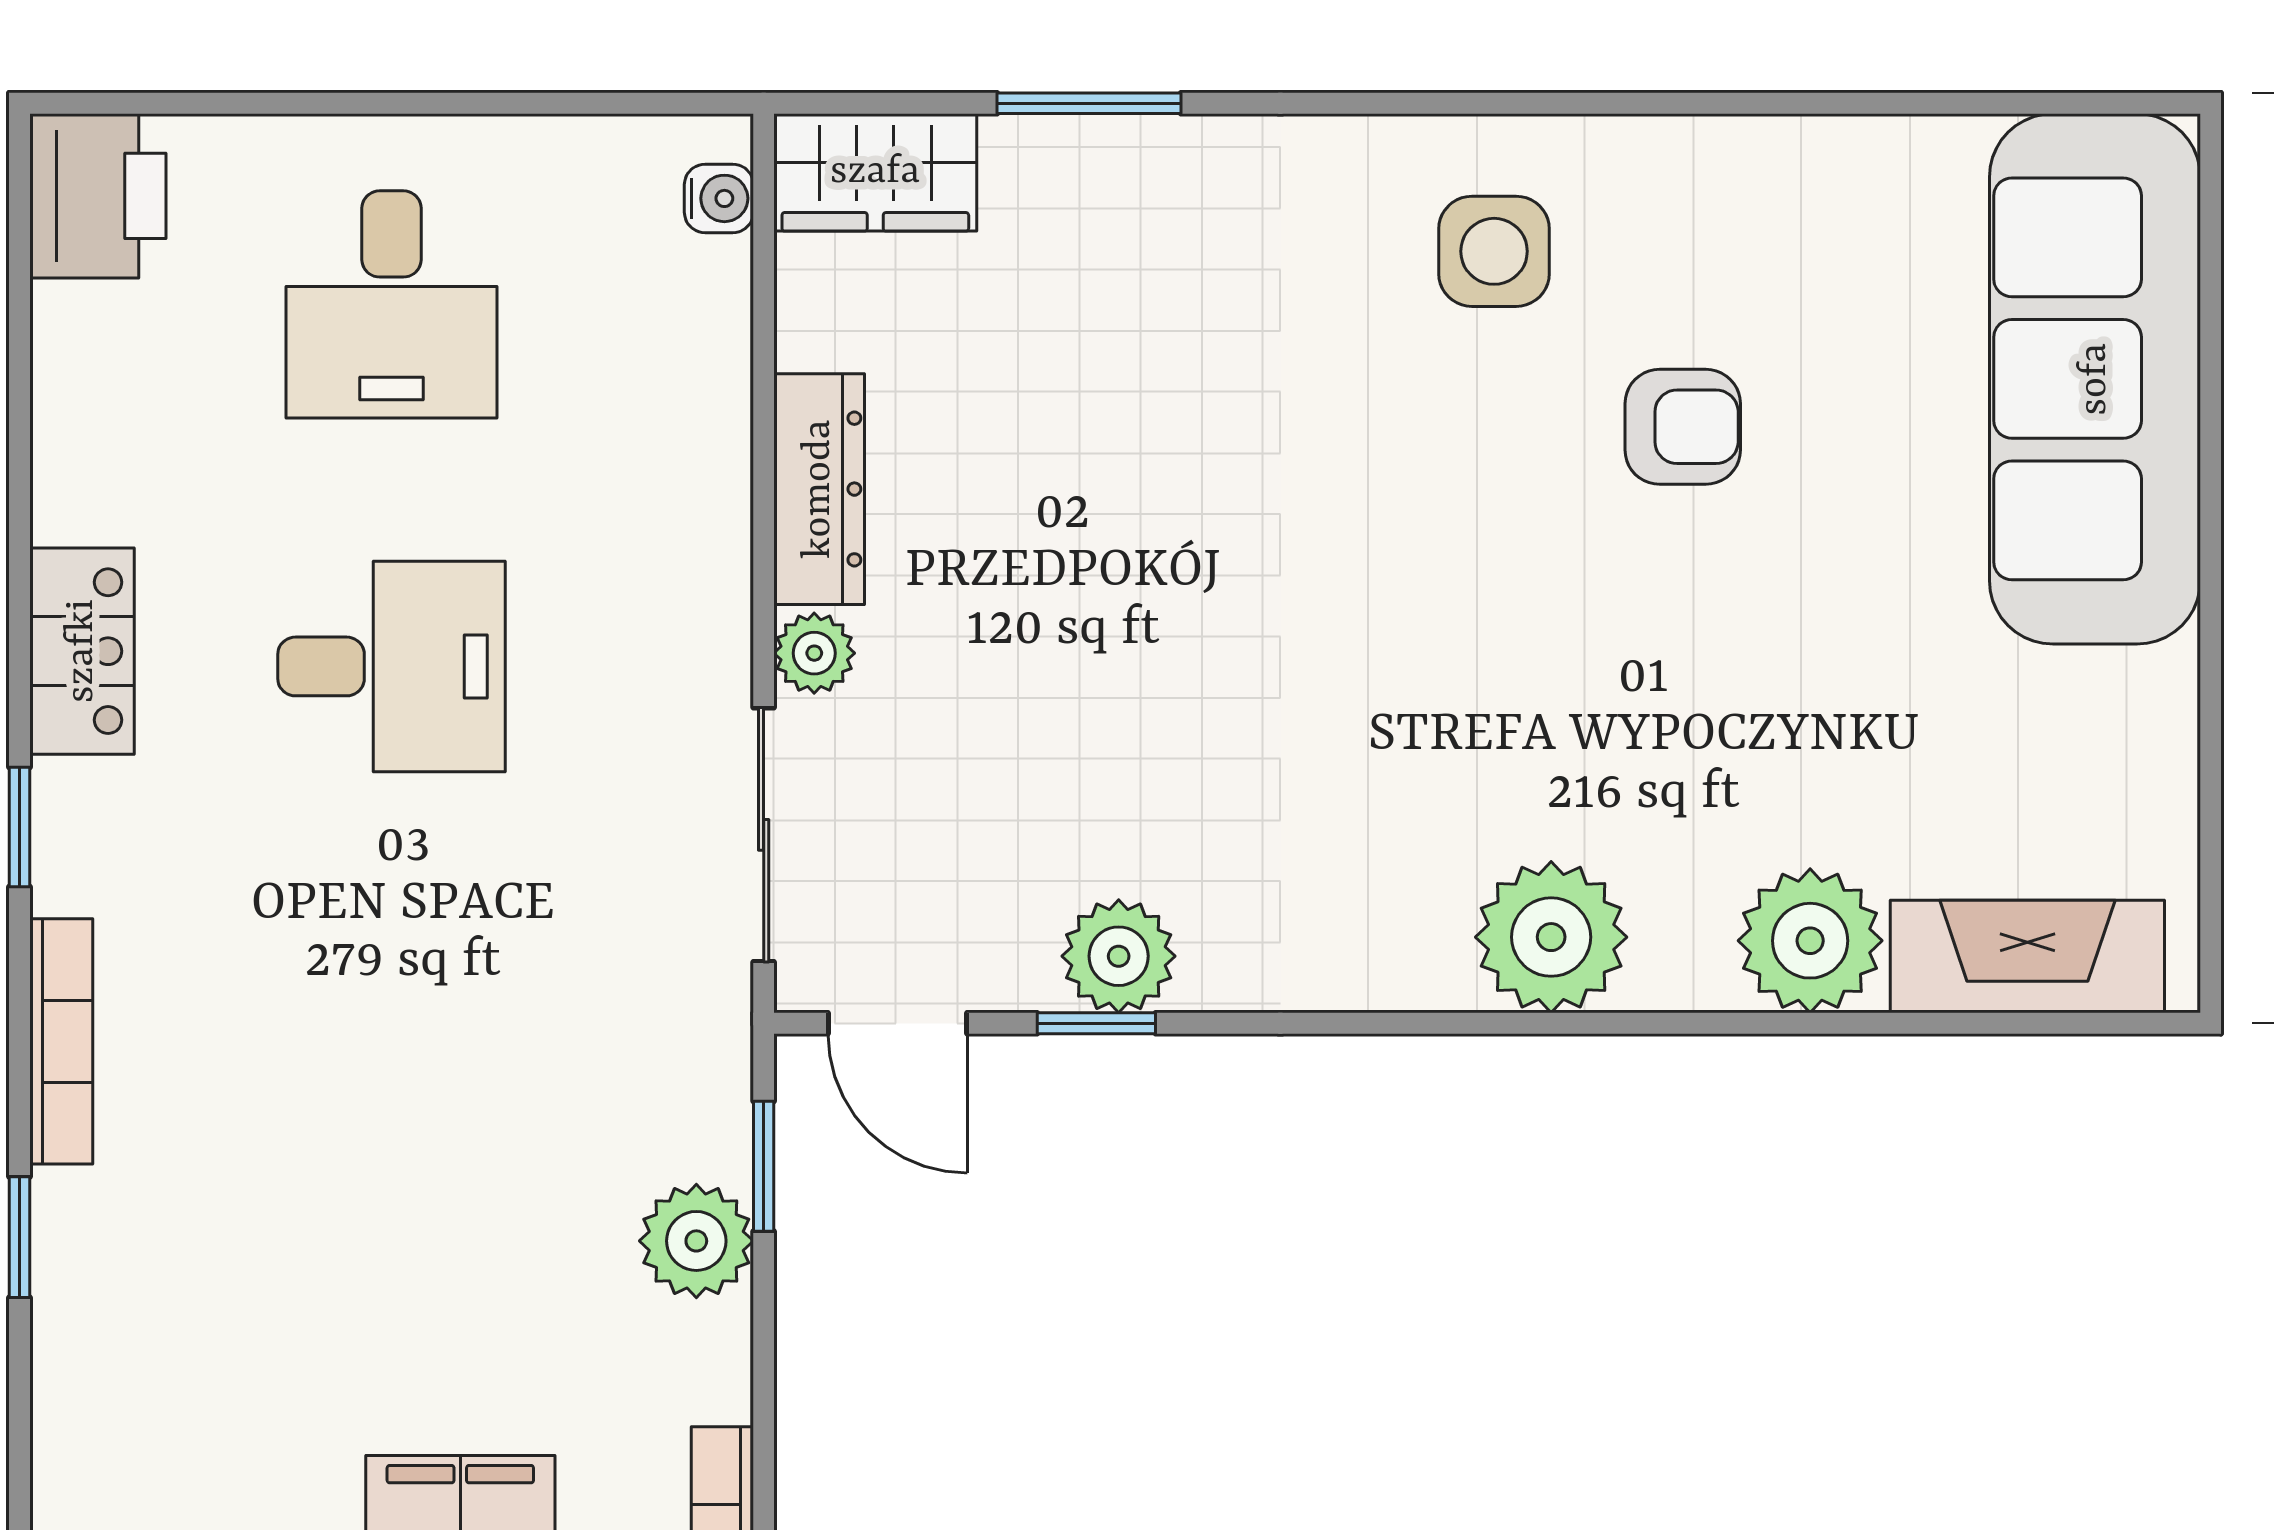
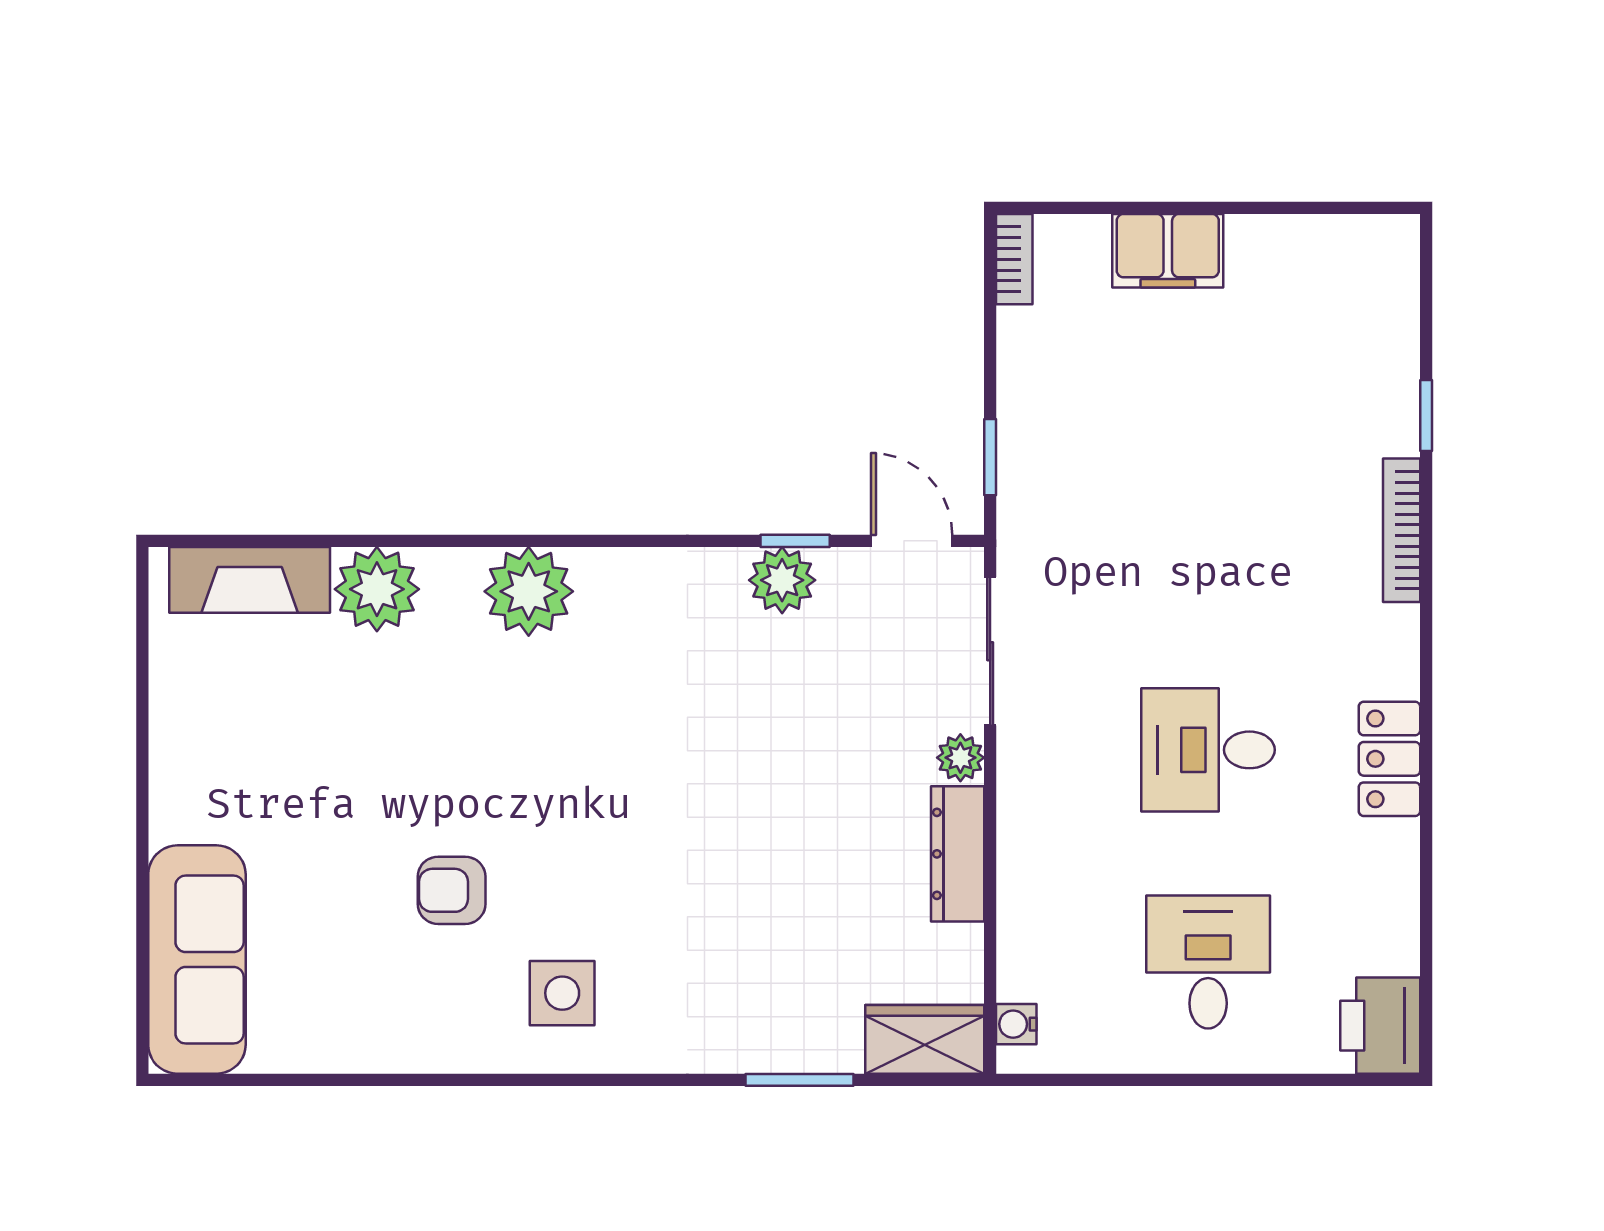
sofa: (2095, 379) -> (197, 960), width x0.74, depth x0.79
window: (19, 827) -> (1426, 656), removed
plant: (696, 1241) -> (1030, 413), removed

